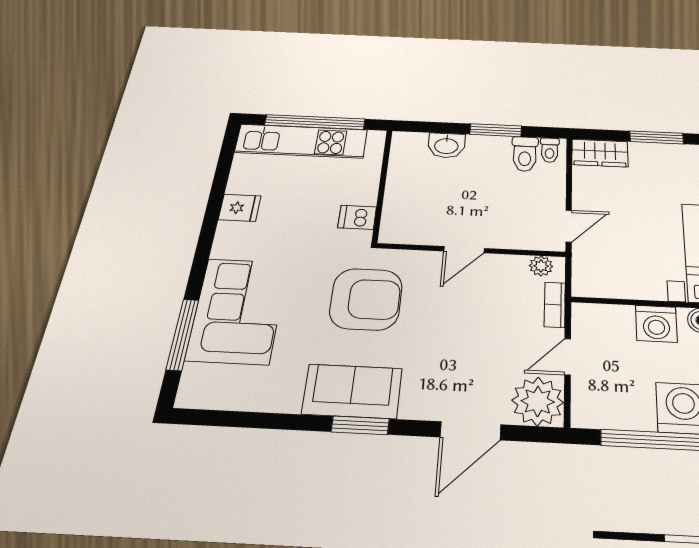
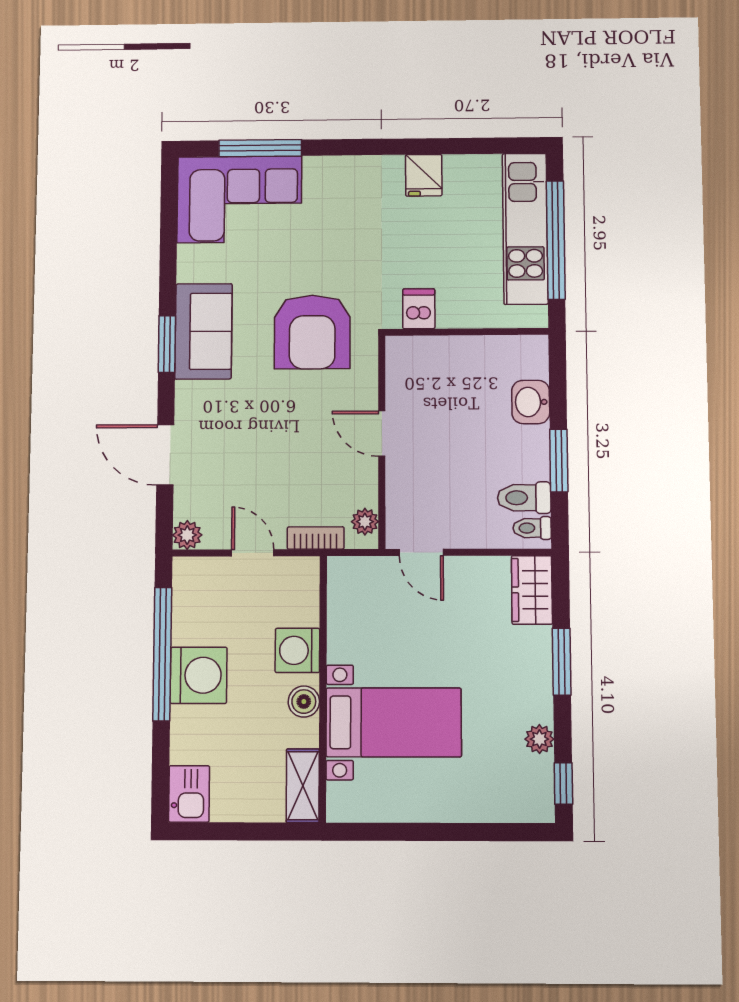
corner sofa: (238, 311) -> (239, 199), moved
plant: (538, 401) -> (187, 535), width x0.53, depth x0.53

